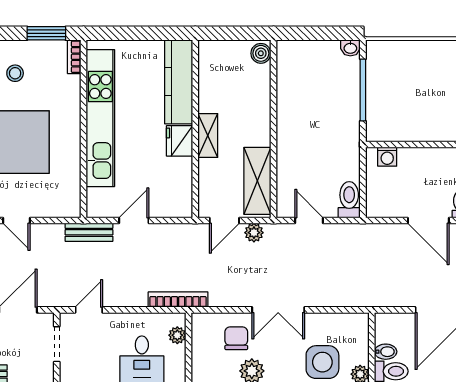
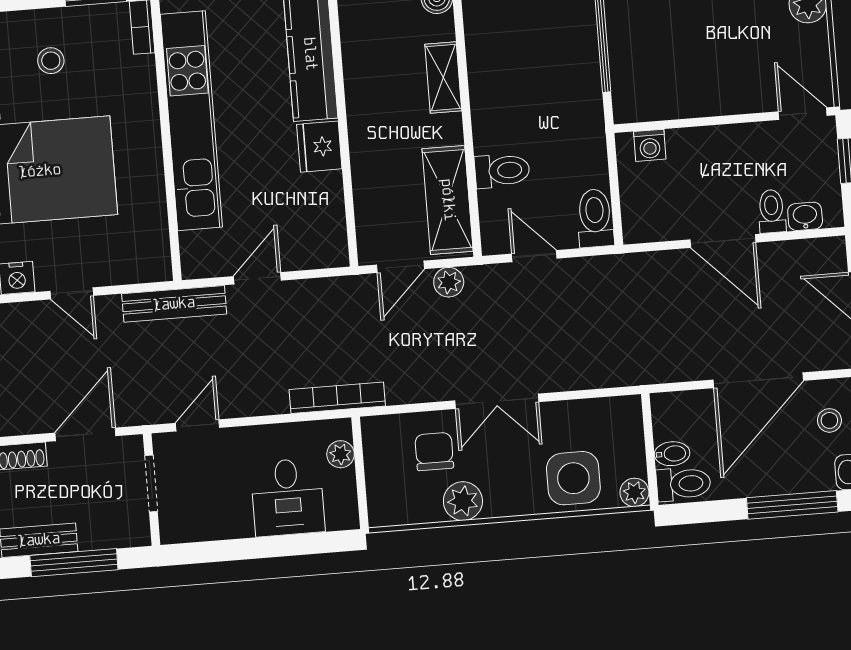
shelving: (208, 136) -> (443, 77), moved
toilet: (293, 165) -> (502, 171), added
bench: (89, 232) -> (174, 304), width x1.36

